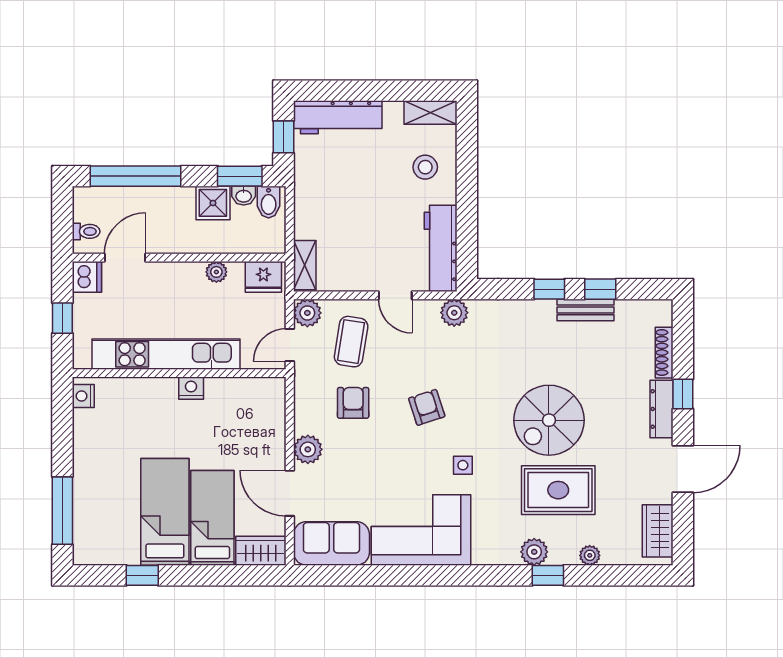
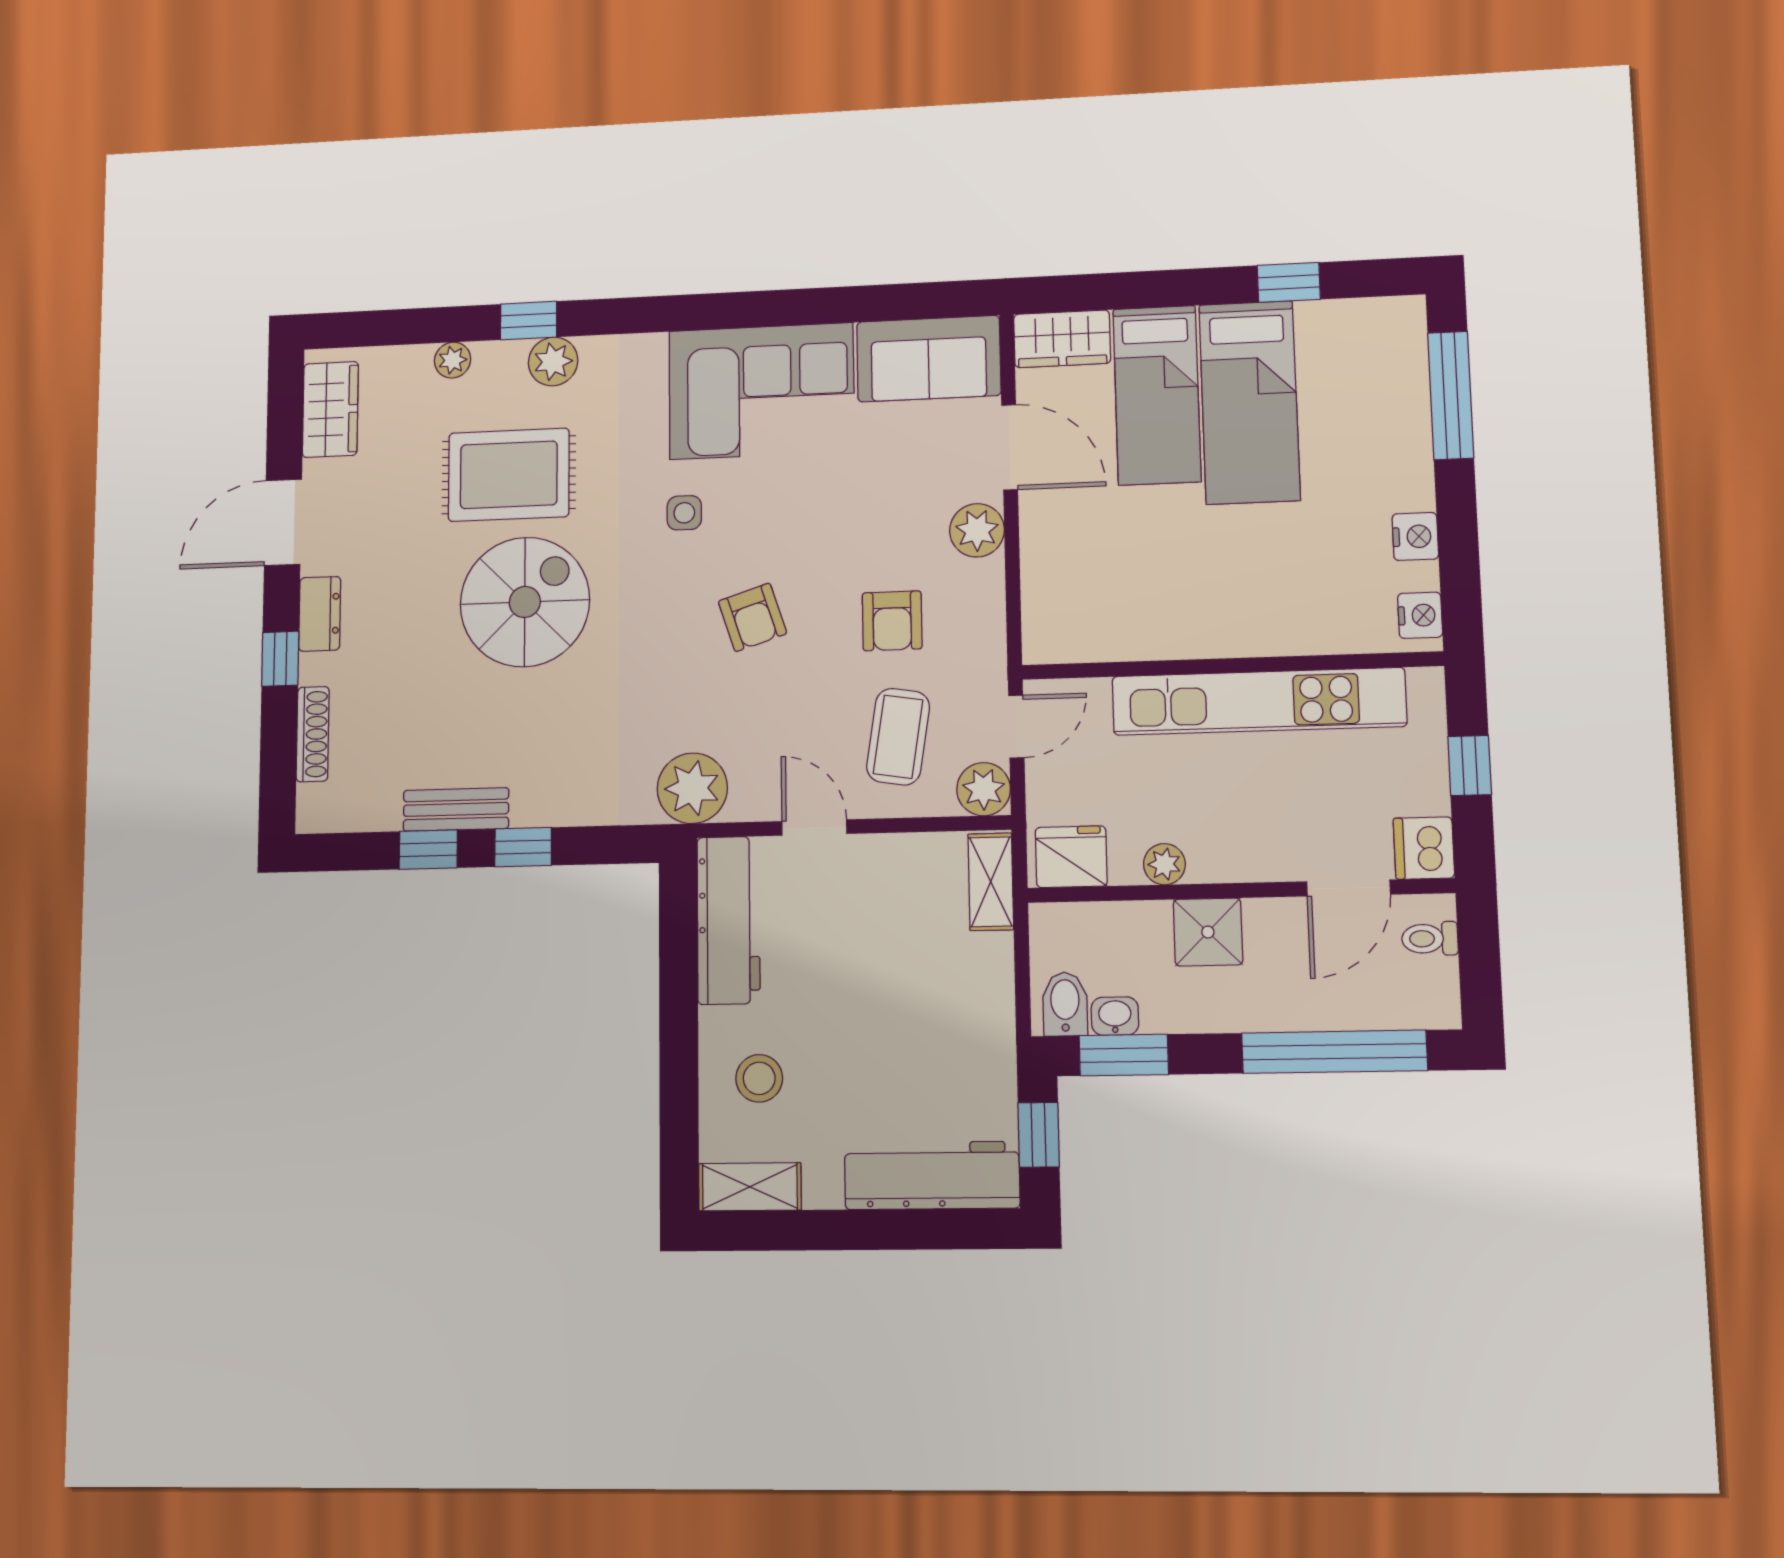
shower: (213, 203) -> (1208, 932), moved
plant: (454, 313) -> (692, 788), width x1.36, depth x1.36
nightstand: (191, 388) -> (1415, 536), moved, turned -90
dresser: (661, 409) -> (320, 614), width x0.70

